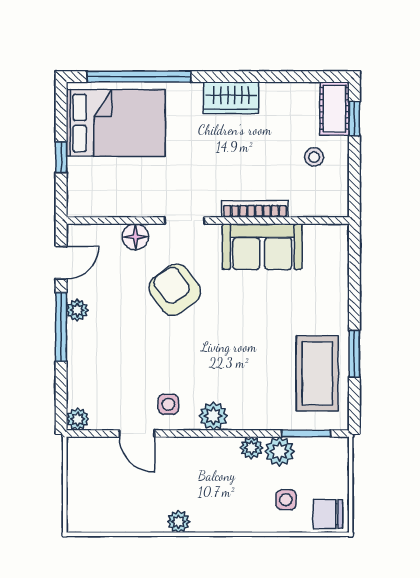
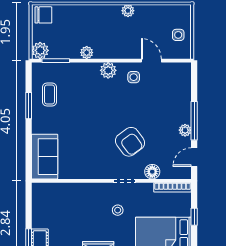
stool: (314, 157) -> (118, 210), moved
bookcase: (255, 209) -> (173, 187), moved
sofa: (262, 247) -> (45, 157), moved, turned 90
coffee table: (317, 373) -> (50, 95), width x0.54, depth x0.58
plant: (78, 419) -> (185, 69), removed
plant: (280, 451) -> (40, 50), moved
side table: (286, 500) -> (178, 35), moved

